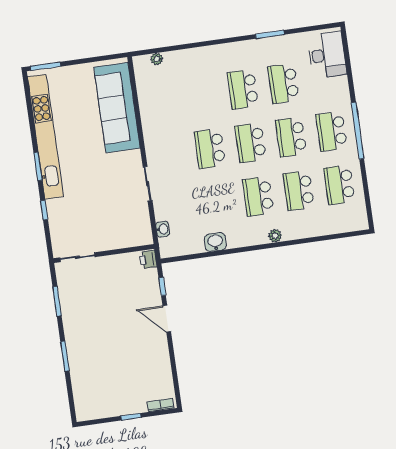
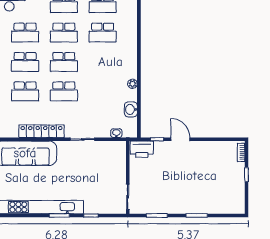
locker: (151, 125) -> (41, 131), added
school desk: (258, 196) -> (25, 91), moved
plant: (275, 236) -> (132, 84), moved
washbasin: (215, 242) -> (131, 109), moved
printer: (148, 259) -> (142, 149), width x1.87, depth x1.48
door: (167, 319) -> (180, 139), swing flipped

